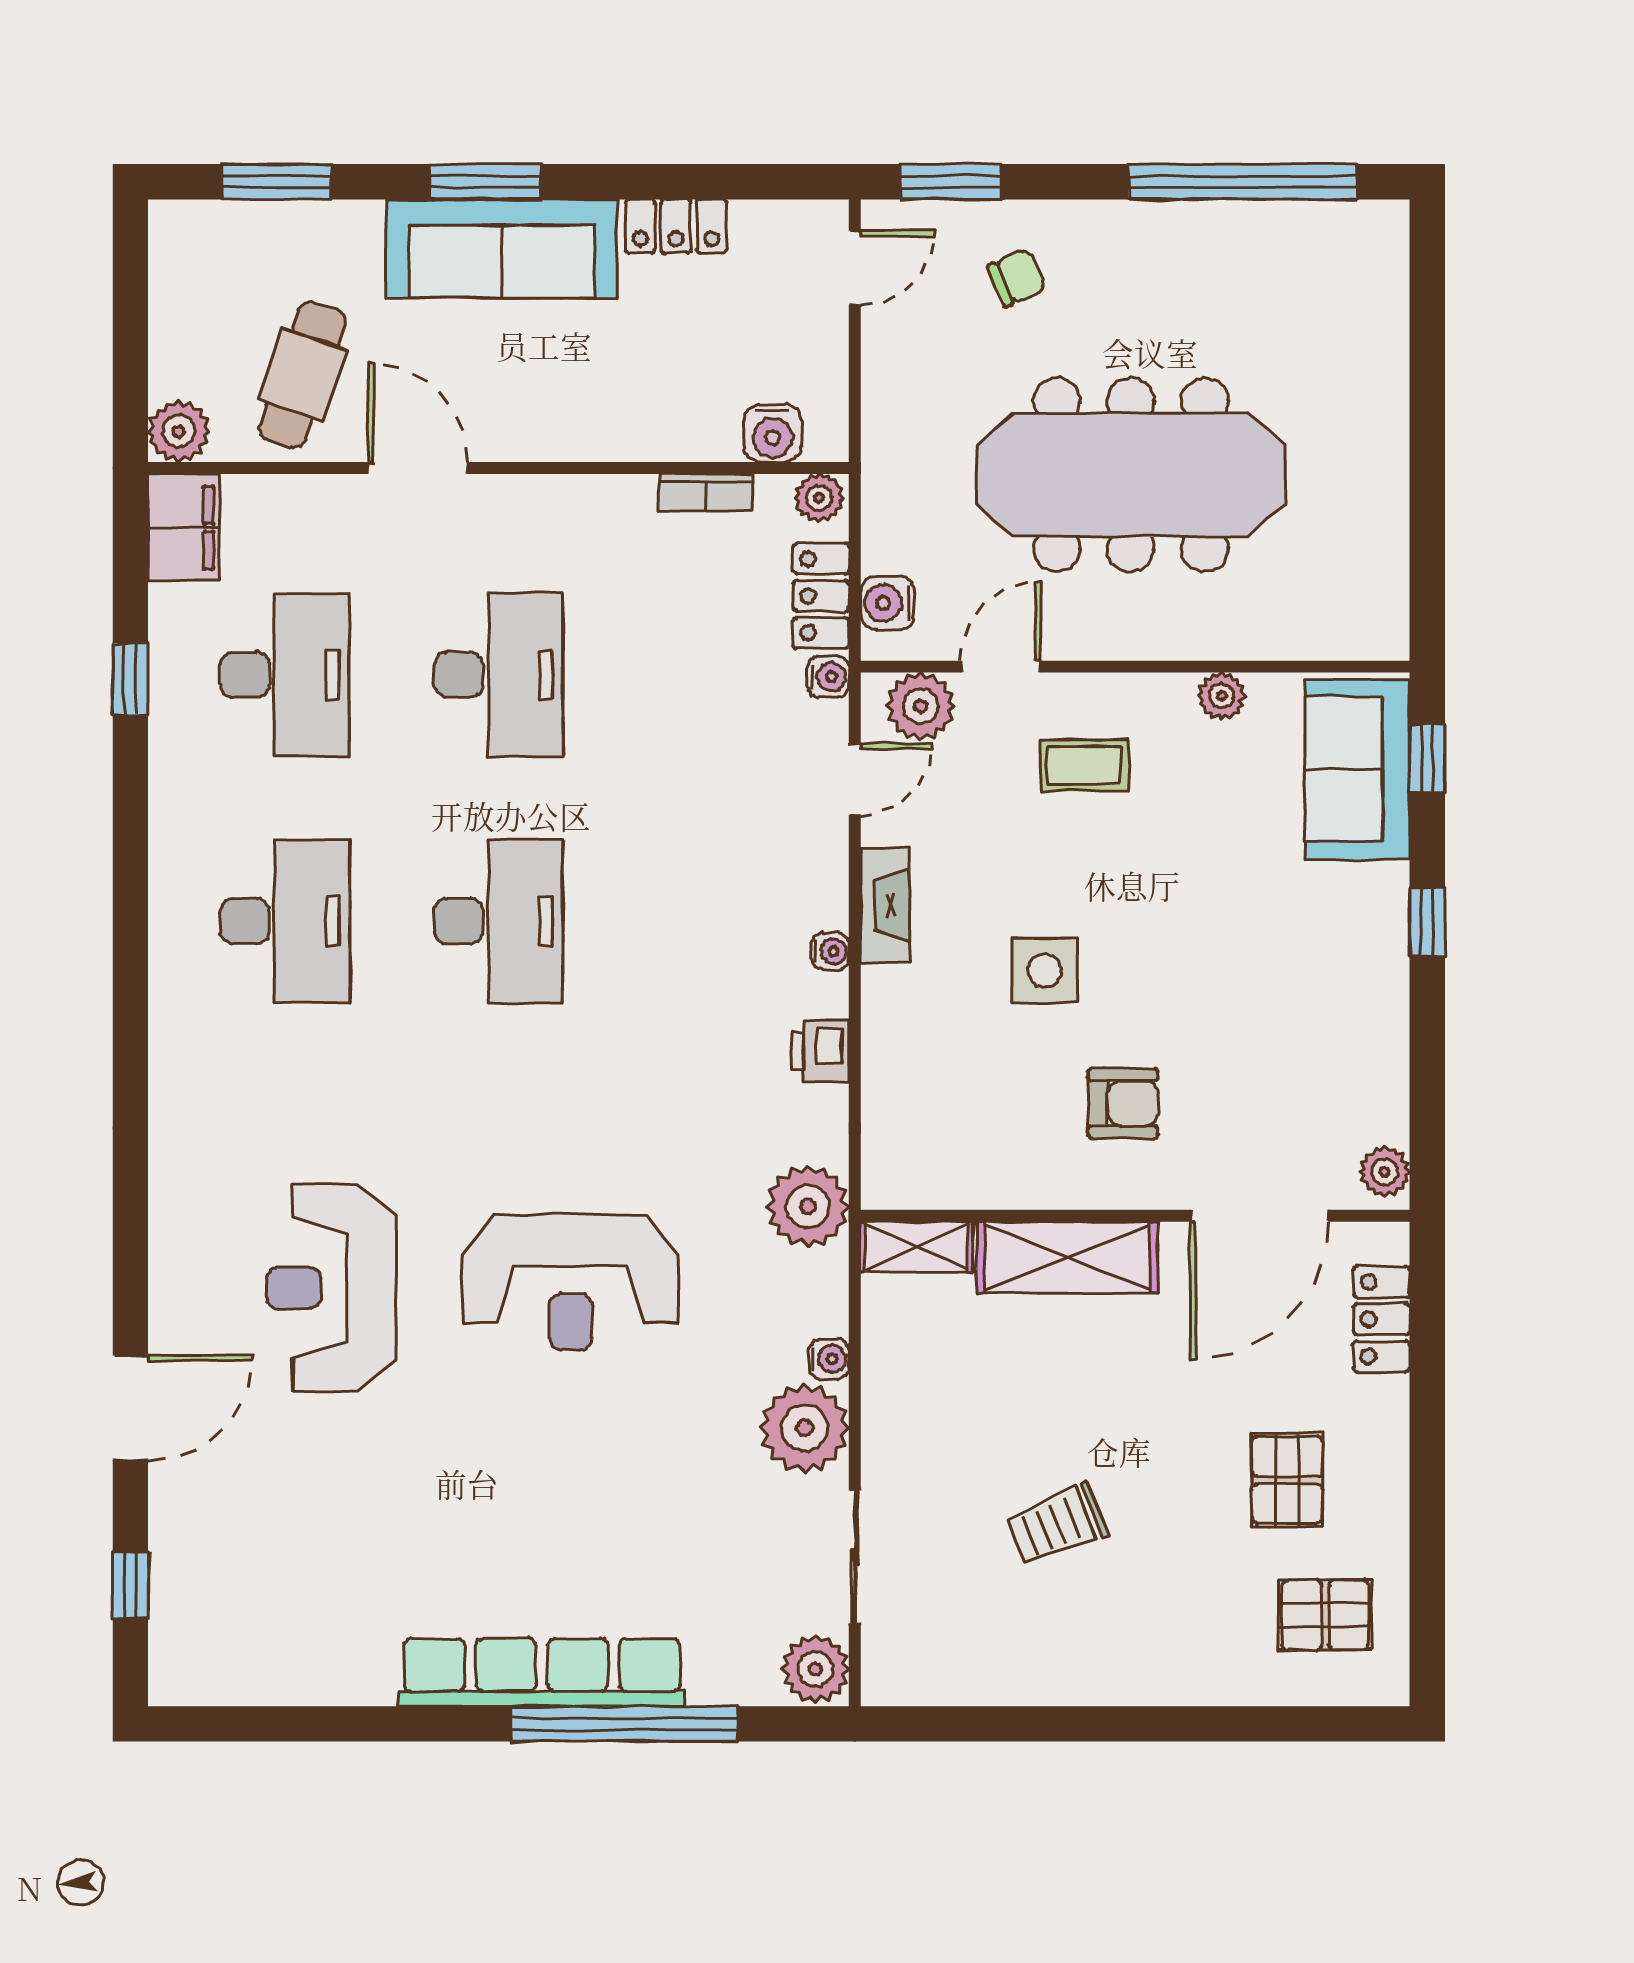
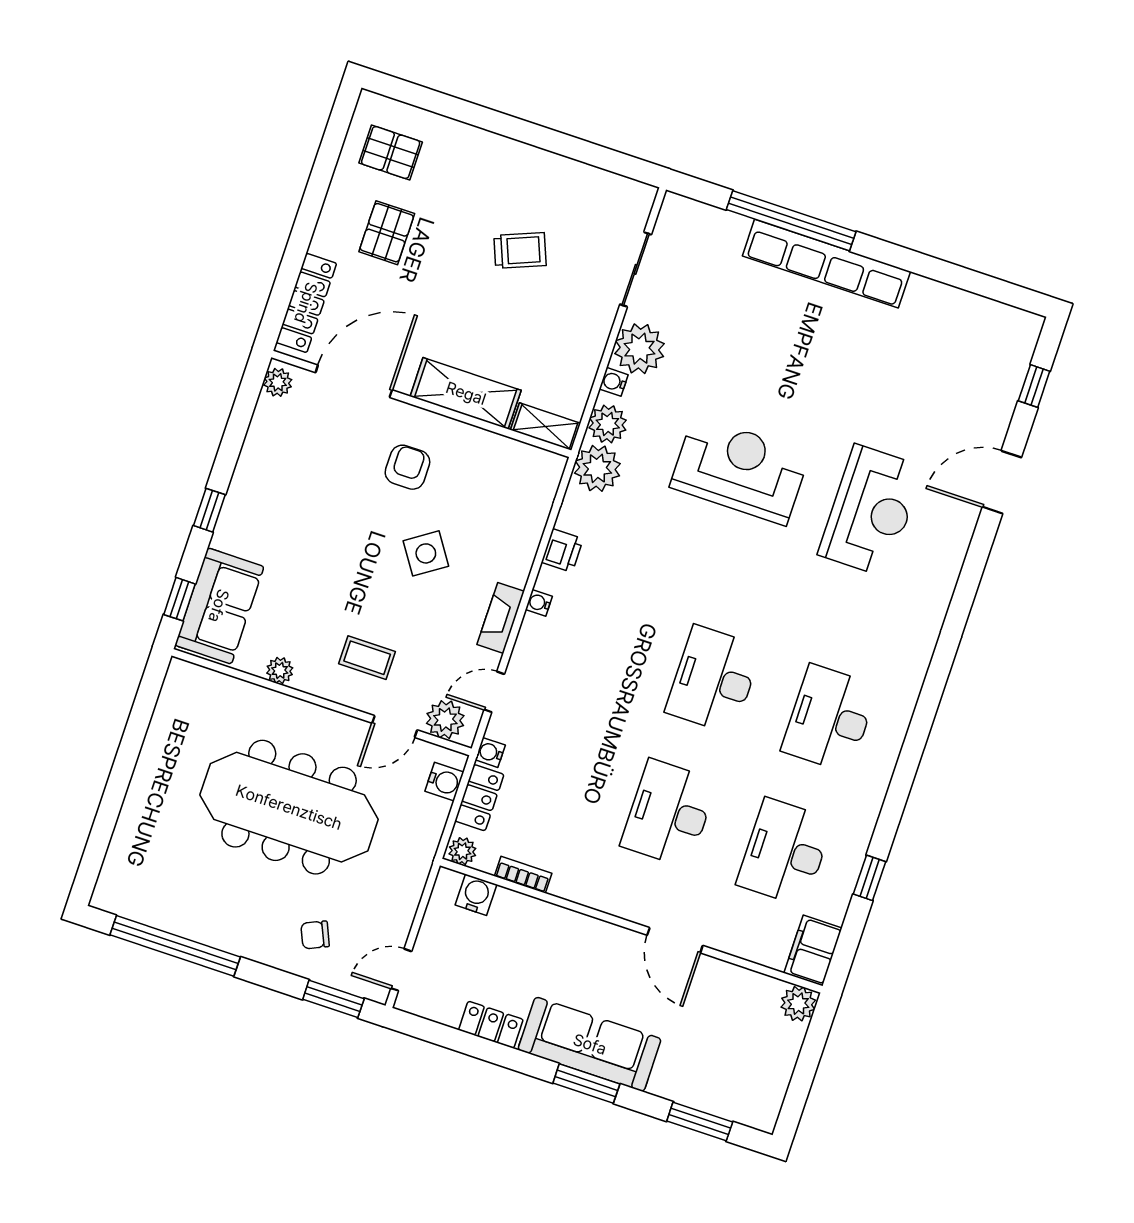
cafe table: (302, 375) -> (721, 1012), removed
side table: (1045, 971) -> (426, 553), turned -34
armchair: (1123, 1103) -> (407, 467), turned 90
locker: (1381, 1319) -> (306, 303), width x1.53
plant: (815, 1669) -> (608, 424), moved

